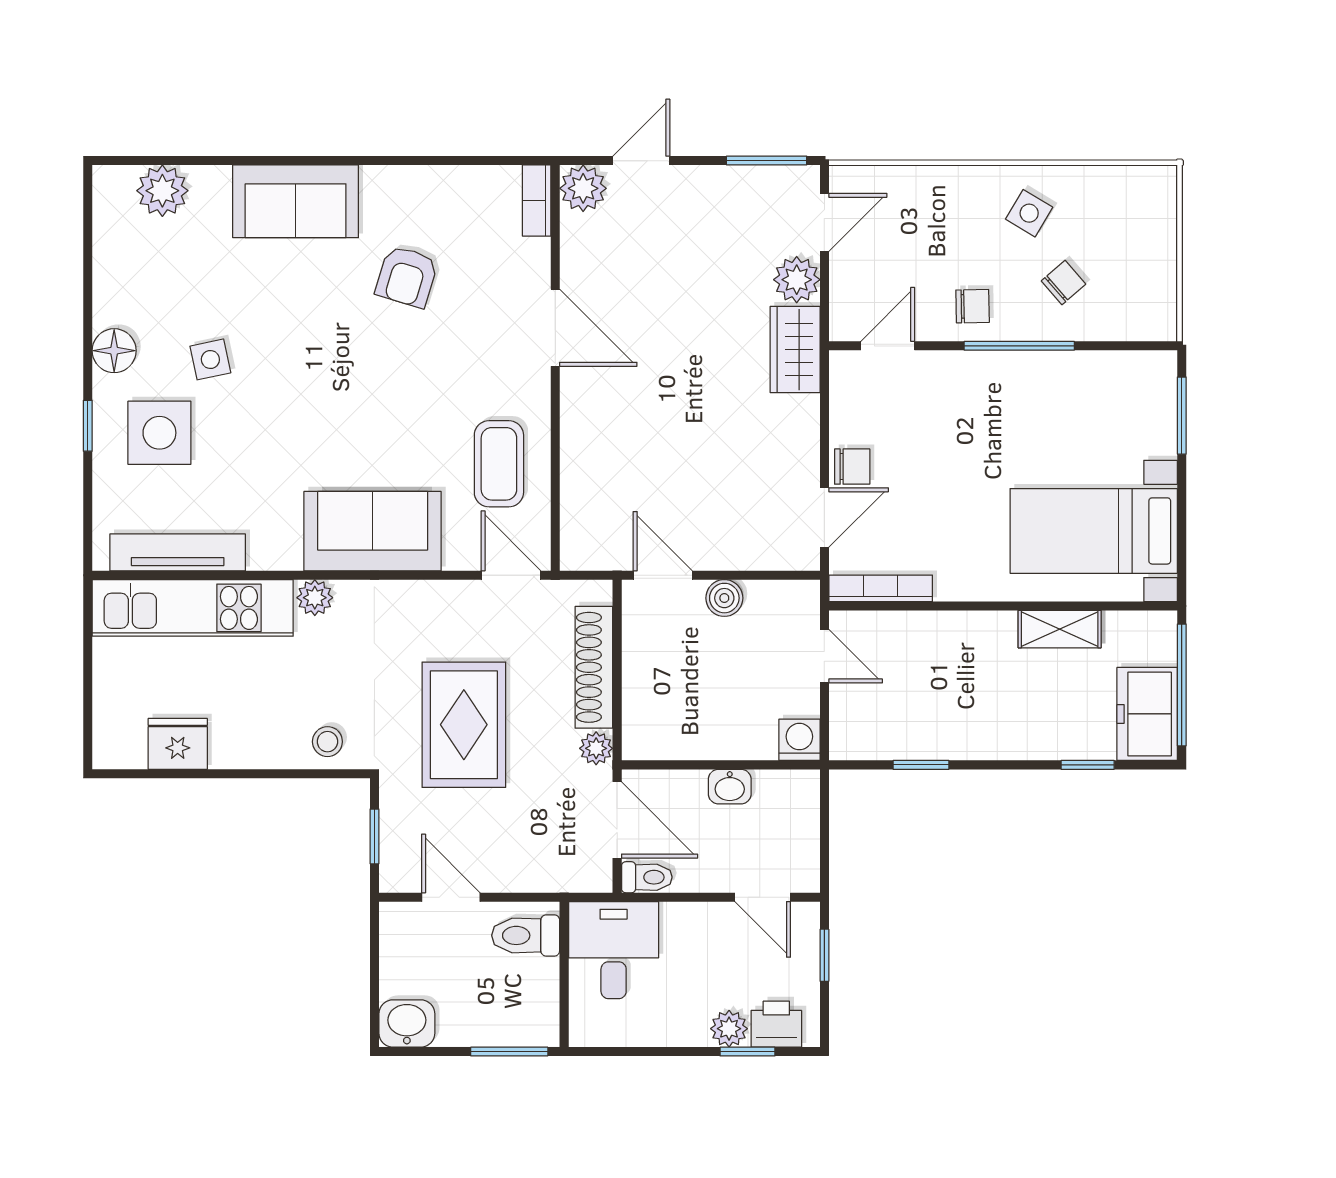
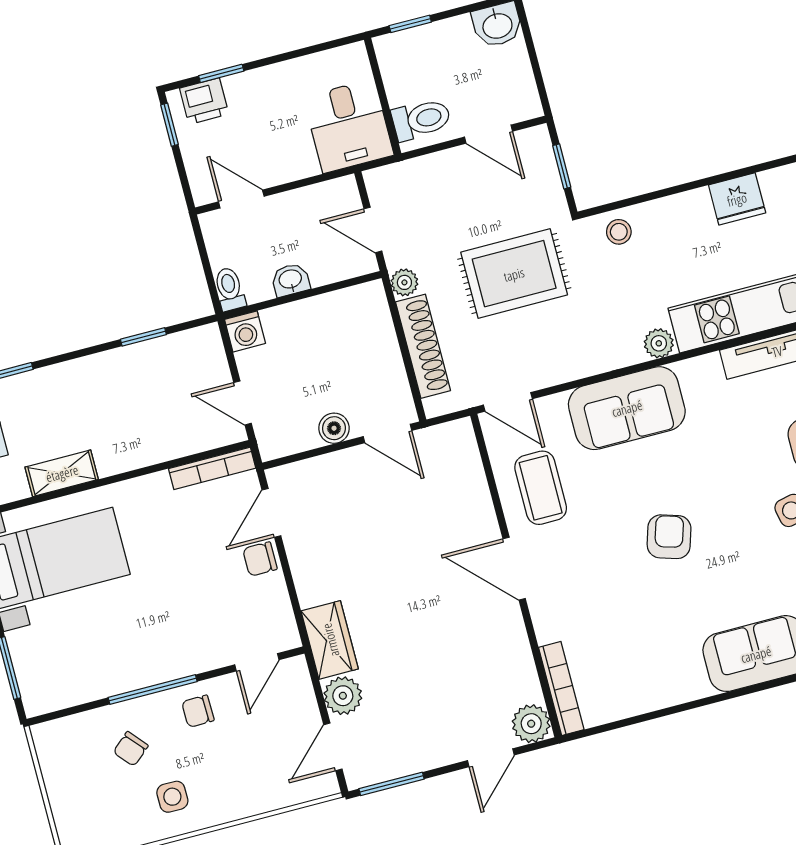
bookcase: (537, 201) -> (561, 688), width x1.56
side table: (1029, 213) -> (172, 797), turned -31
armchair: (407, 277) -> (669, 537), moved
door: (555, 328) -> (514, 569), moved
rug: (464, 725) -> (514, 274), turned 90
door: (617, 820) -> (373, 230), width x0.73
toilet: (647, 877) -> (230, 289), moved, turned 90
window: (824, 955) -> (170, 125), moved
plant: (729, 1029) -> (241, 88), removed
window: (509, 1052) -> (410, 24), width x0.67

